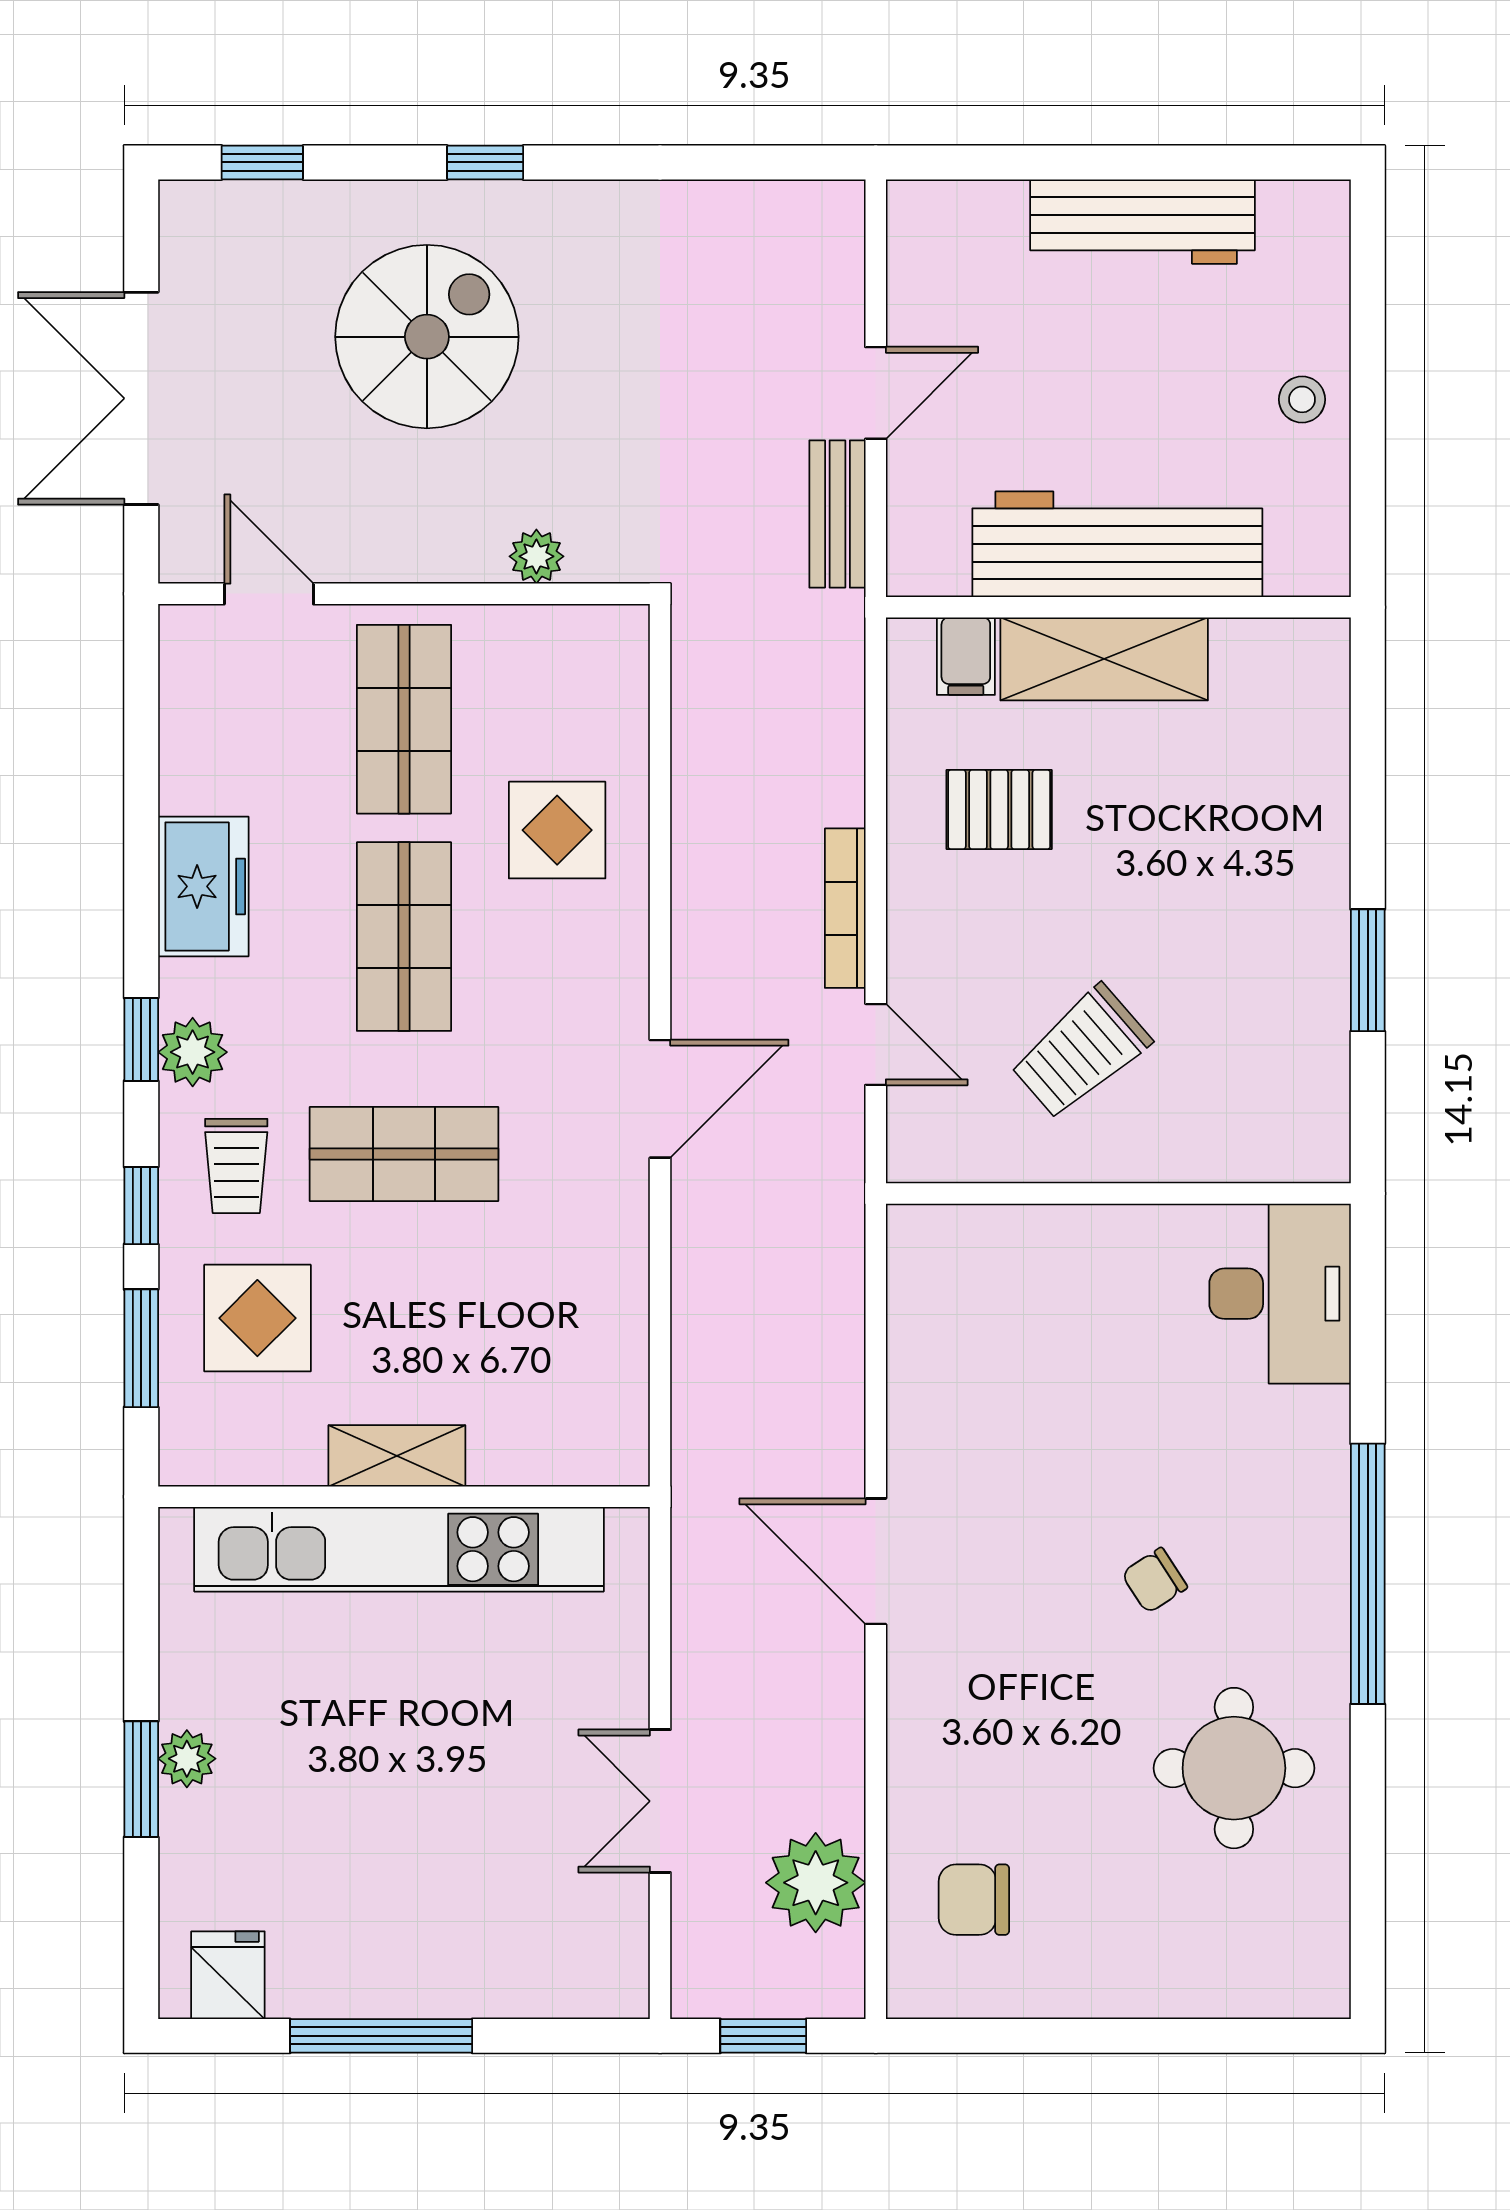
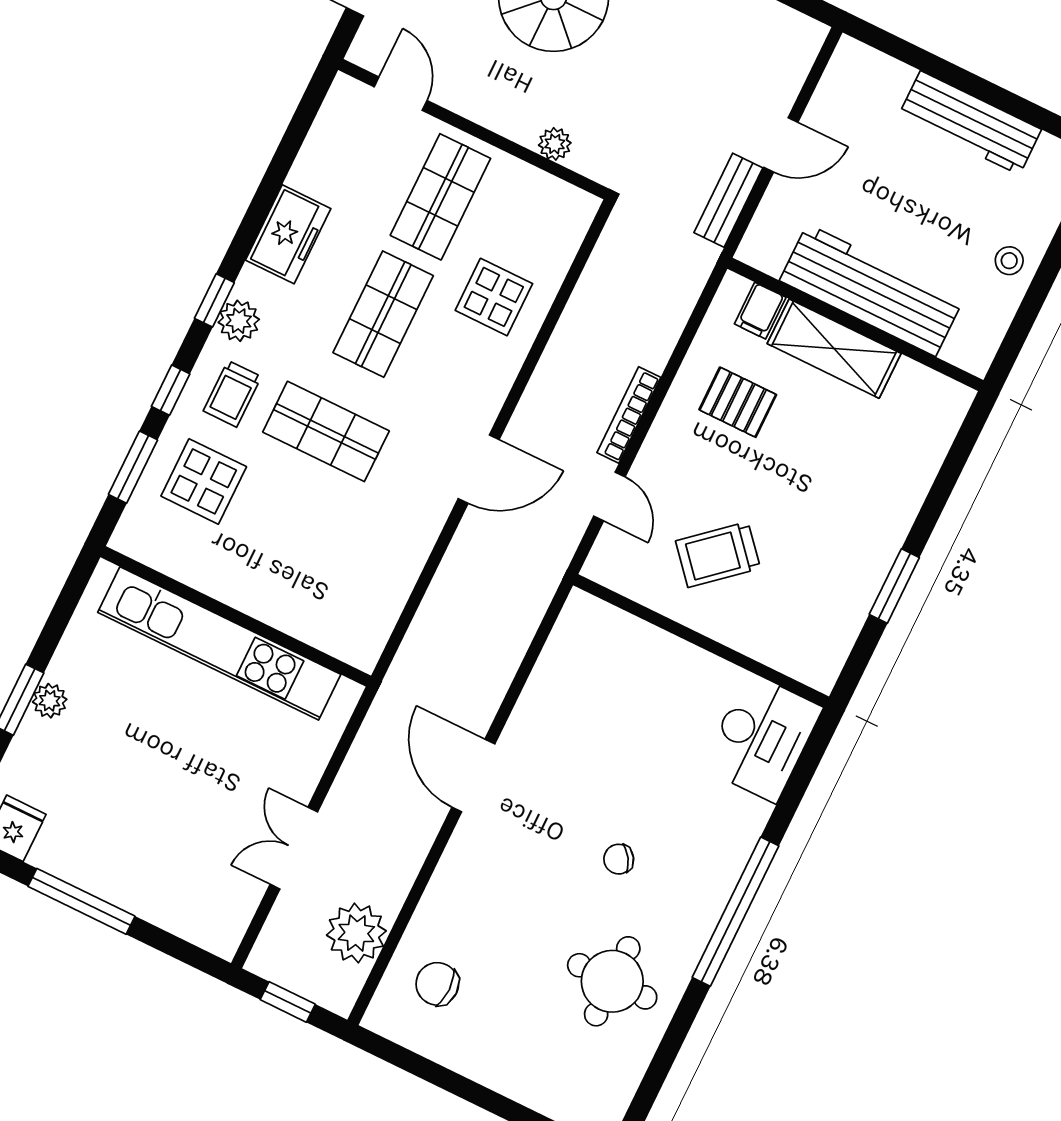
shelving: (397, 1456) -> (243, 592), removed

